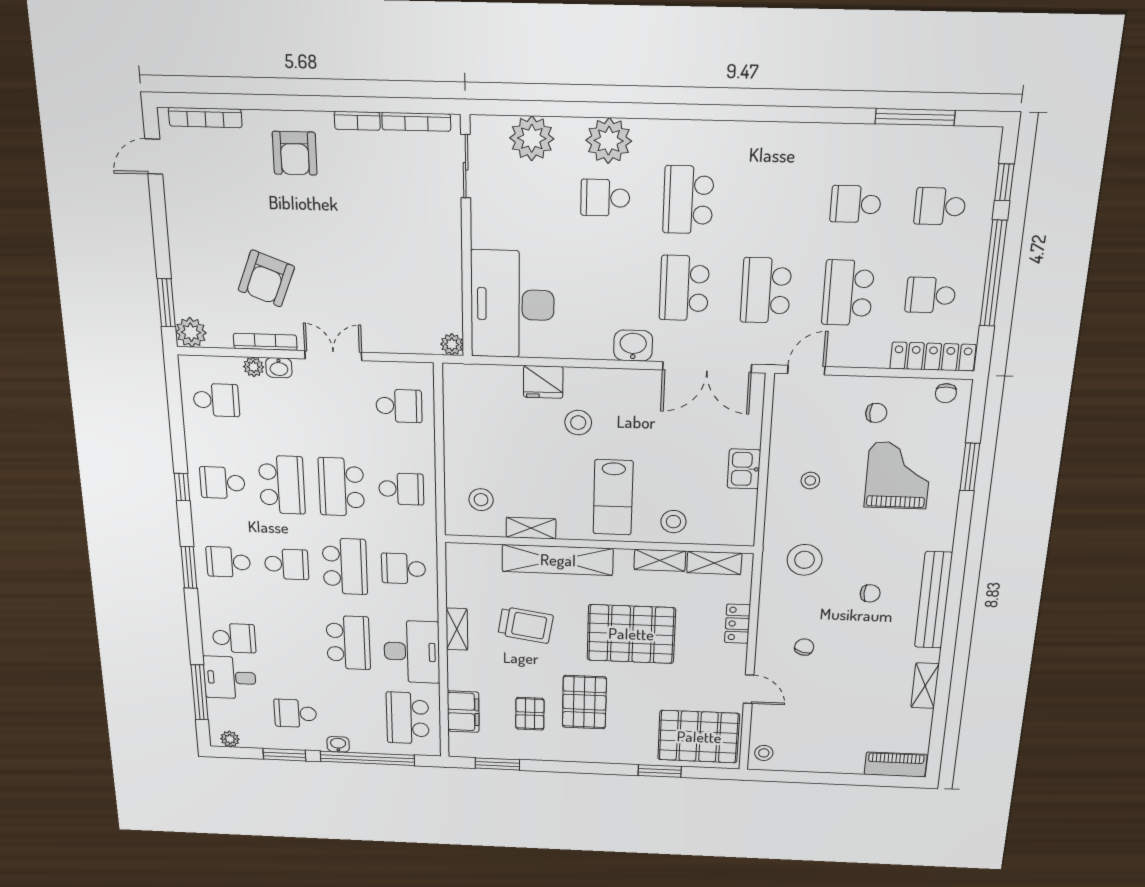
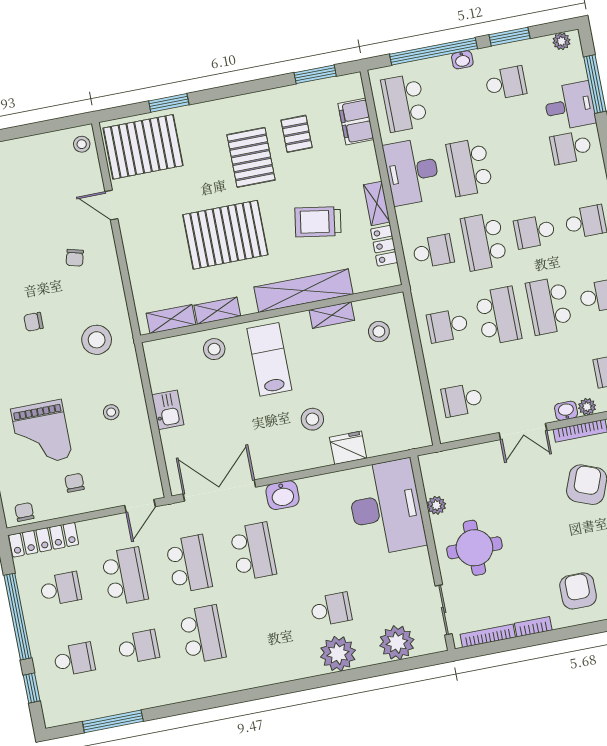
school desk: (688, 200) -> (203, 634), moved
round table: (414, 234) -> (474, 548), added
plant: (452, 344) -> (436, 505), moved
chair: (876, 413) -> (74, 483), turned 90
locker: (737, 624) -> (384, 246), moved, turned 180
school desk: (408, 718) -> (404, 103), turned 180

